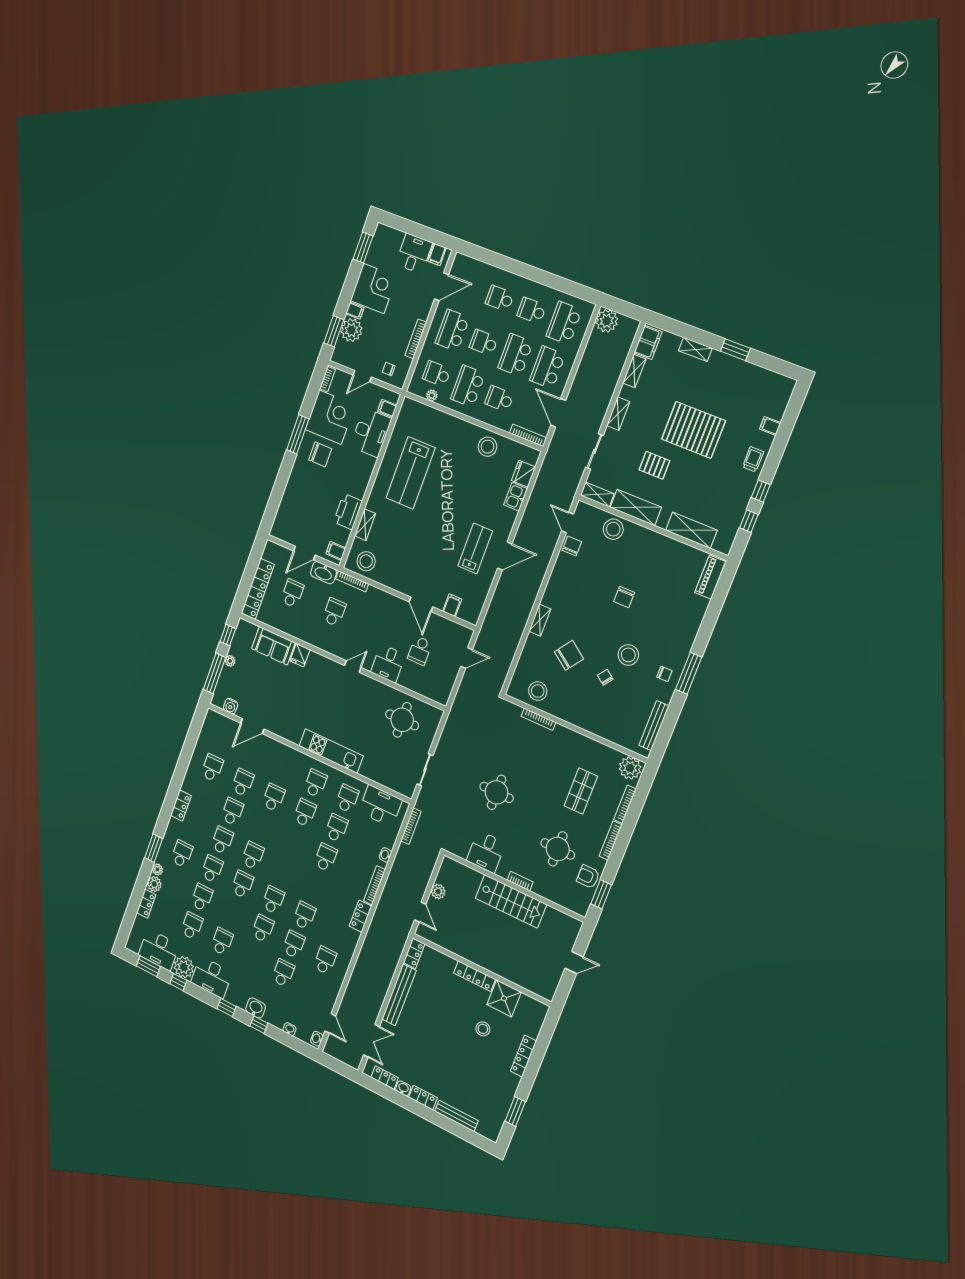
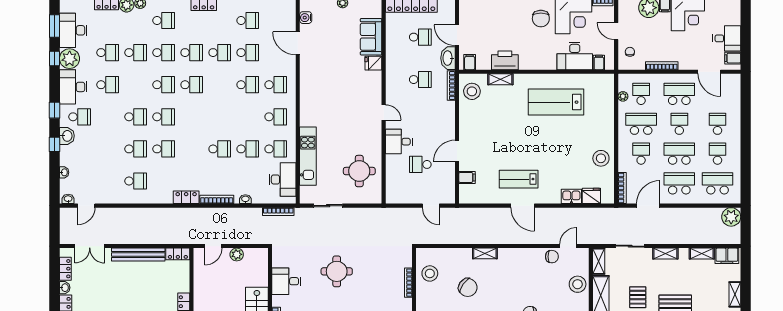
lab bench: (475, 548) -> (519, 179), turned 180
kitchen unit: (331, 751) -> (308, 156), moved
school desk: (305, 813) -> (276, 85), moved
school desk: (283, 973) -> (80, 117), moved

